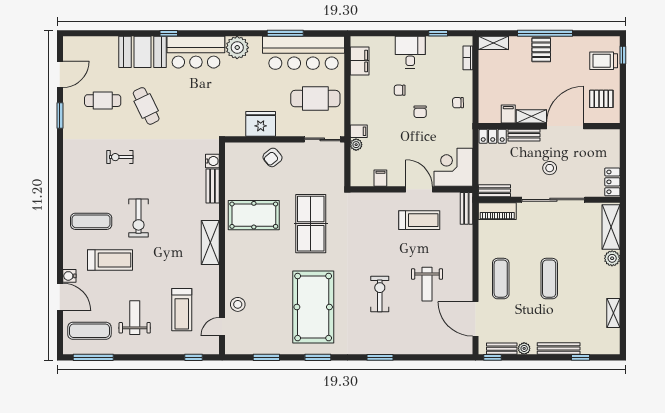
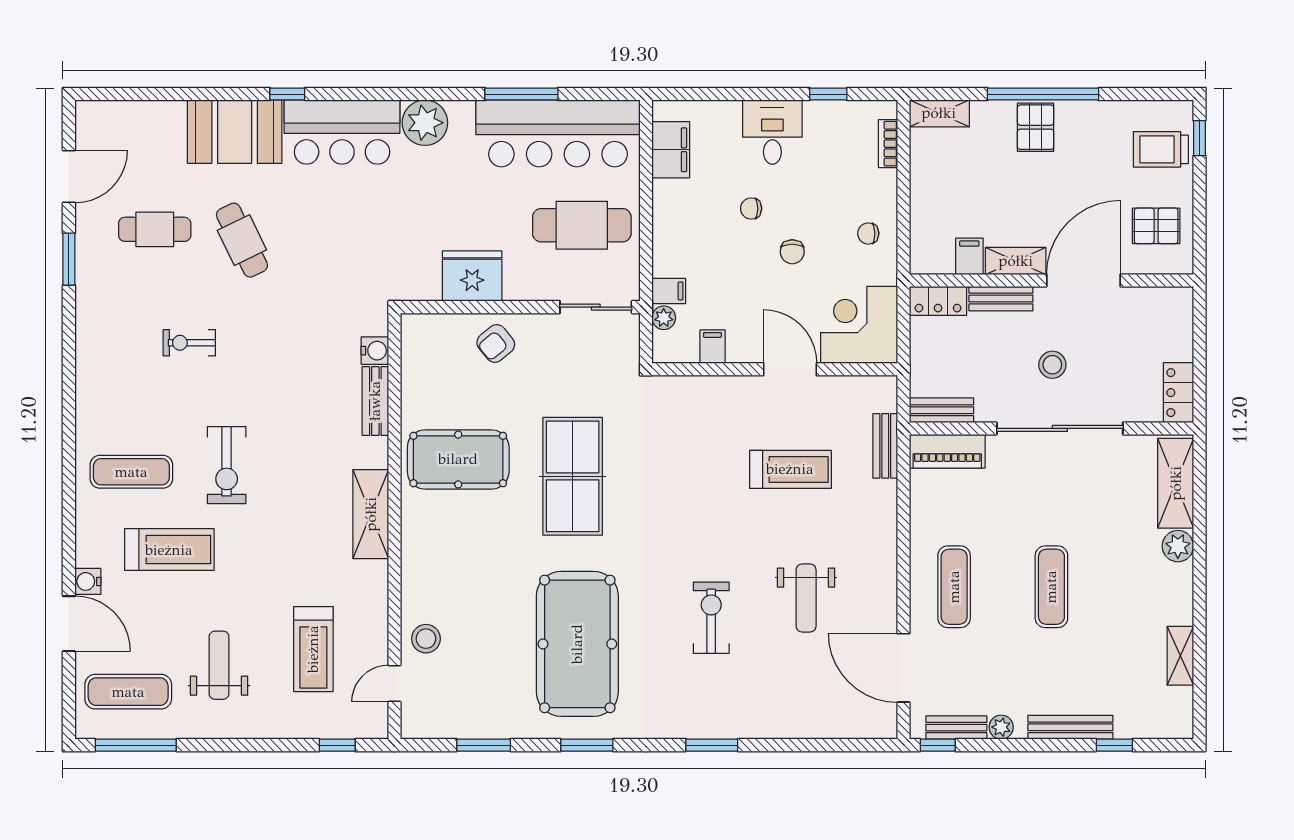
corner desk: (453, 167) -> (859, 325), moved
filing cabinet: (380, 178) -> (712, 347), moved
wall: (411, 189) -> (775, 369), moved
door: (419, 189) -> (790, 369), moved

